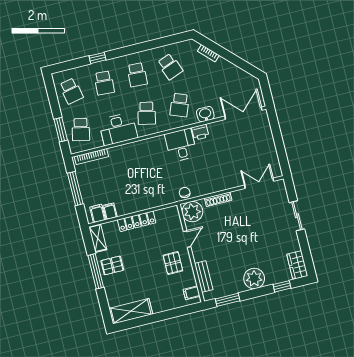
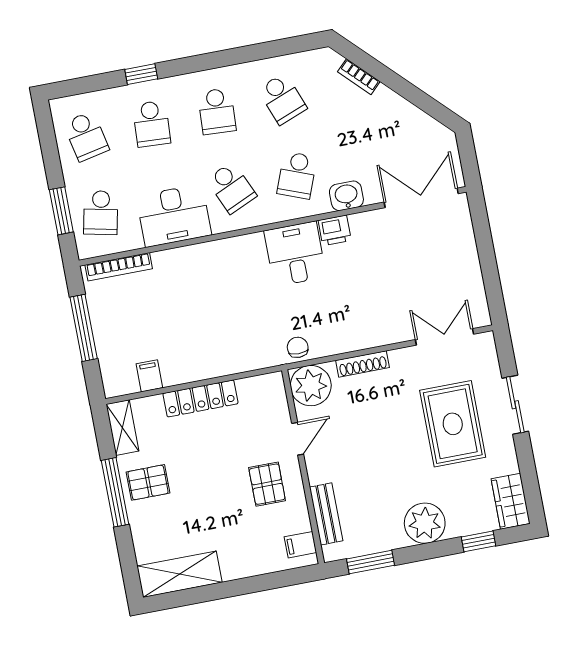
school desk: (147, 113) -> (231, 188), turned -36
filing cabinet: (98, 213) -> (125, 379), removed
rug: (266, 227) -> (453, 424), added

